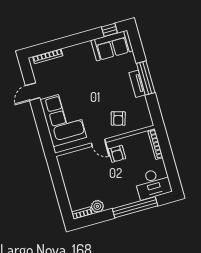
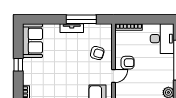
window: (109, 30) -> (18, 65), moved
window: (146, 78) -> (81, 19), moved

